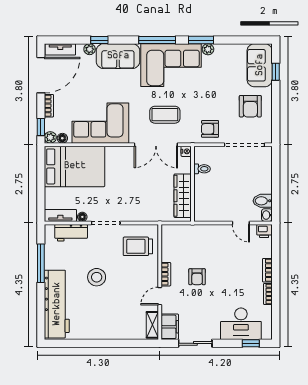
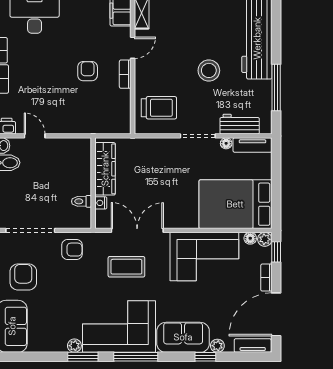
nightstand: (186, 151) -> (101, 203), moved

